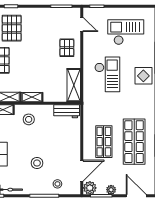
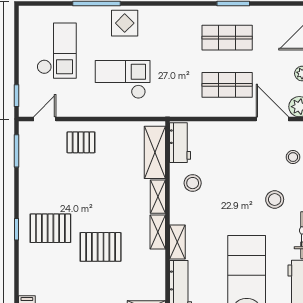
checkout: (126, 32) -> (57, 51), turned 180
shelving: (74, 85) -> (155, 152), moved, turned 90
stool: (29, 119) -> (193, 183), moved
shop shelf: (134, 142) -> (227, 38), width x0.70, depth x0.74
stool: (37, 163) -> (275, 199), moved

